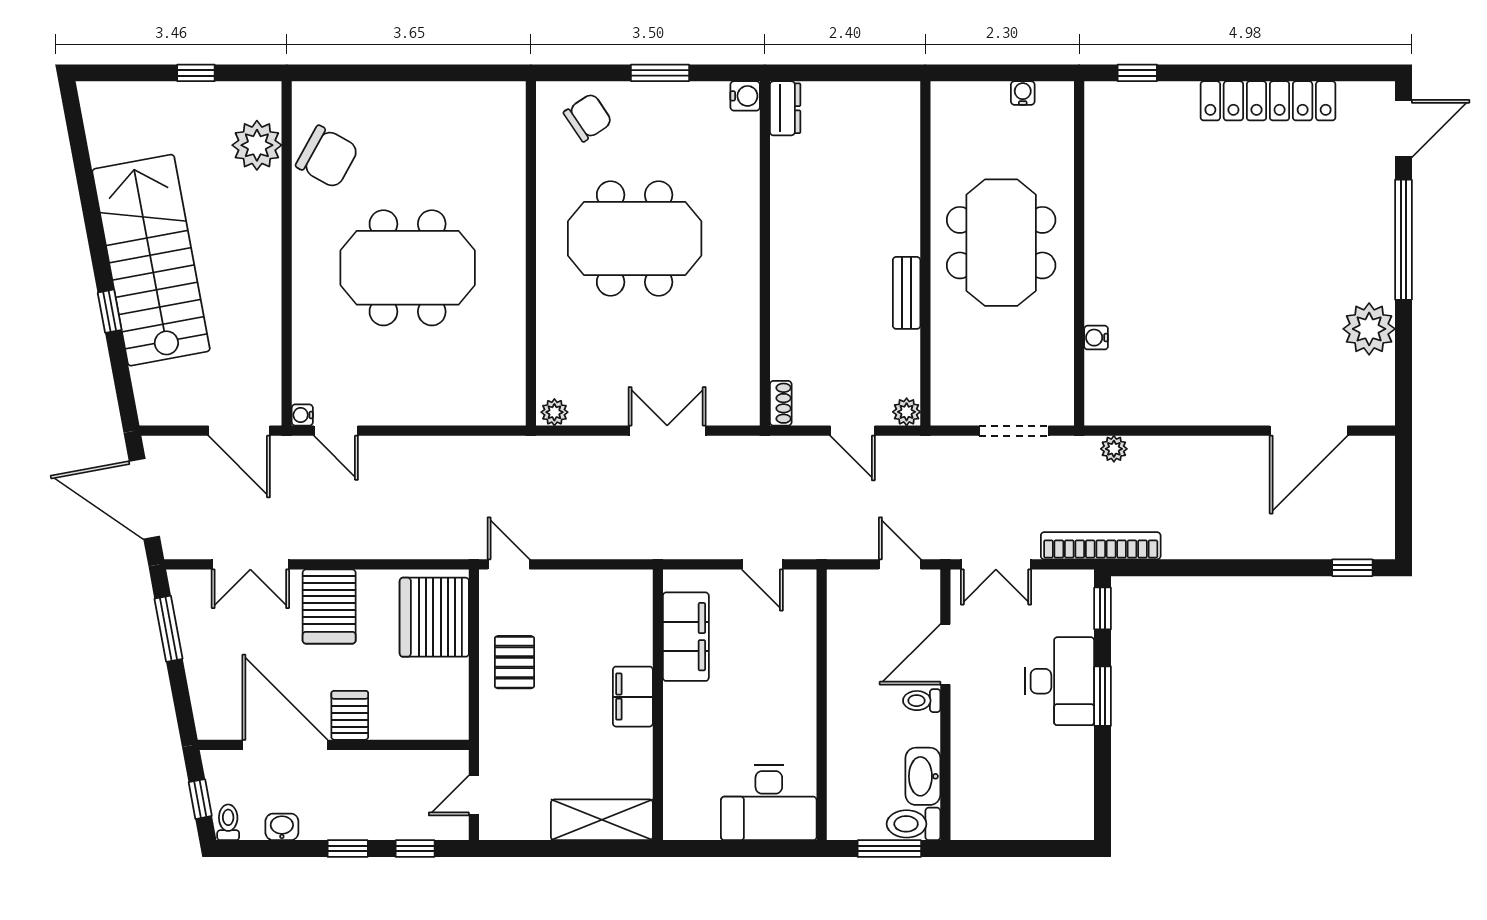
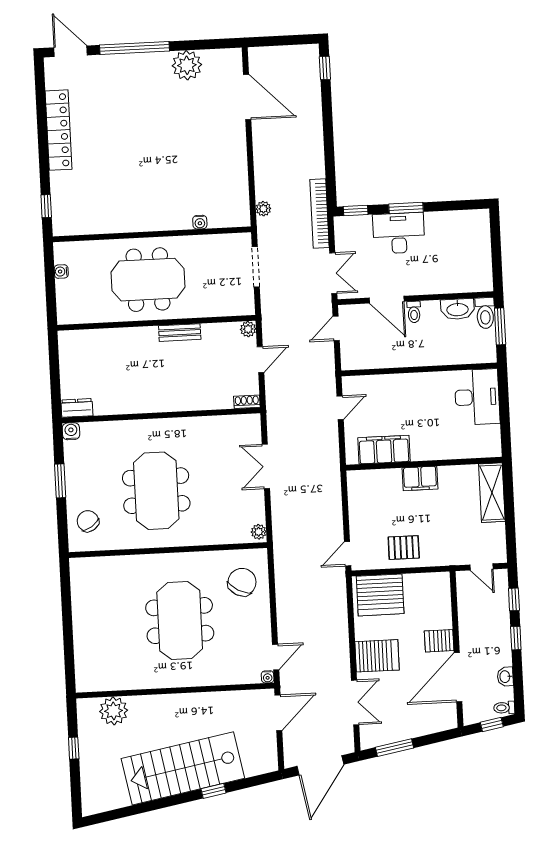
chair: (327, 157) -> (242, 582), moved

